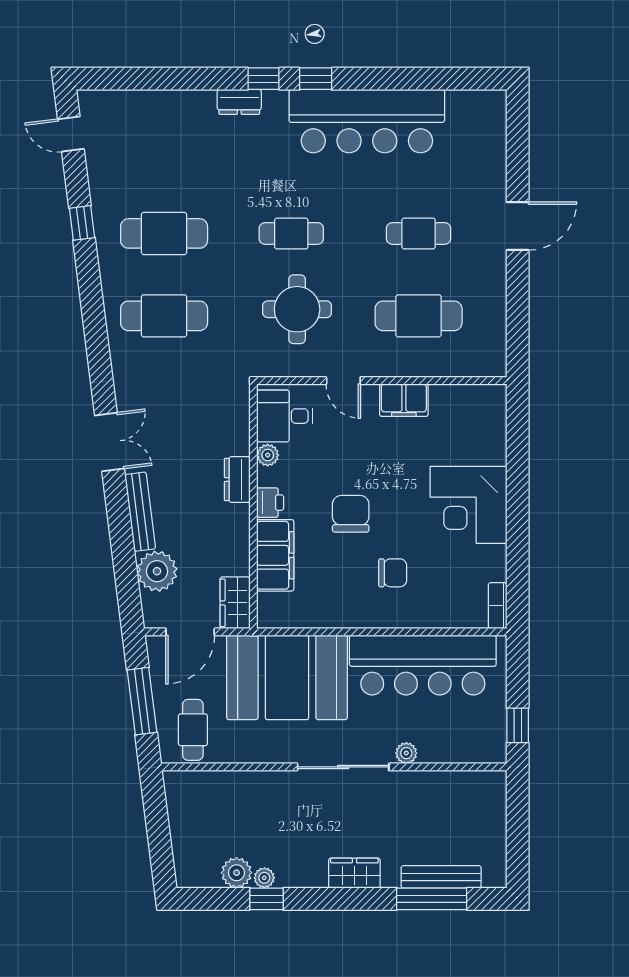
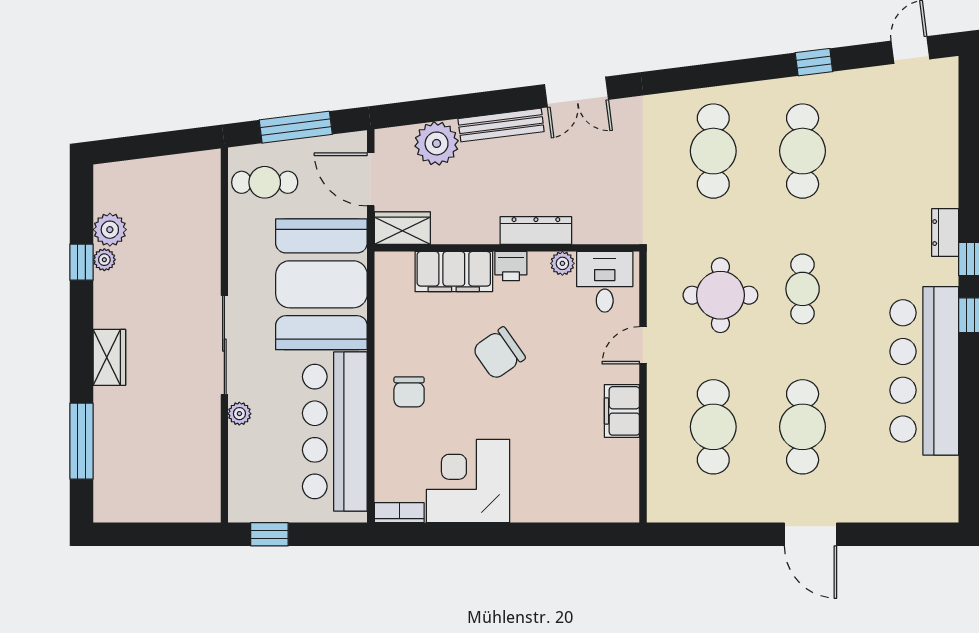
cafe table: (419, 233) -> (803, 427), width x1.37, depth x1.35
dresser: (237, 480) -> (536, 230), width x1.44
corner desk: (468, 505) -> (468, 481), moved
chair: (351, 514) -> (499, 353), turned 145
chair: (393, 573) -> (409, 392), moved
bench: (441, 877) -> (105, 451), removed

